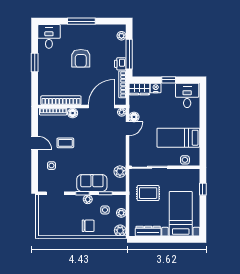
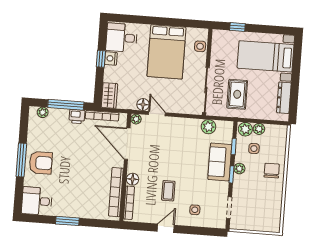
armchair: (81, 58) -> (41, 163), moved
nightstand: (156, 88) -> (111, 58), moved
bed: (178, 138) -> (167, 52), width x1.50
plant: (120, 231) -> (245, 129), moved

